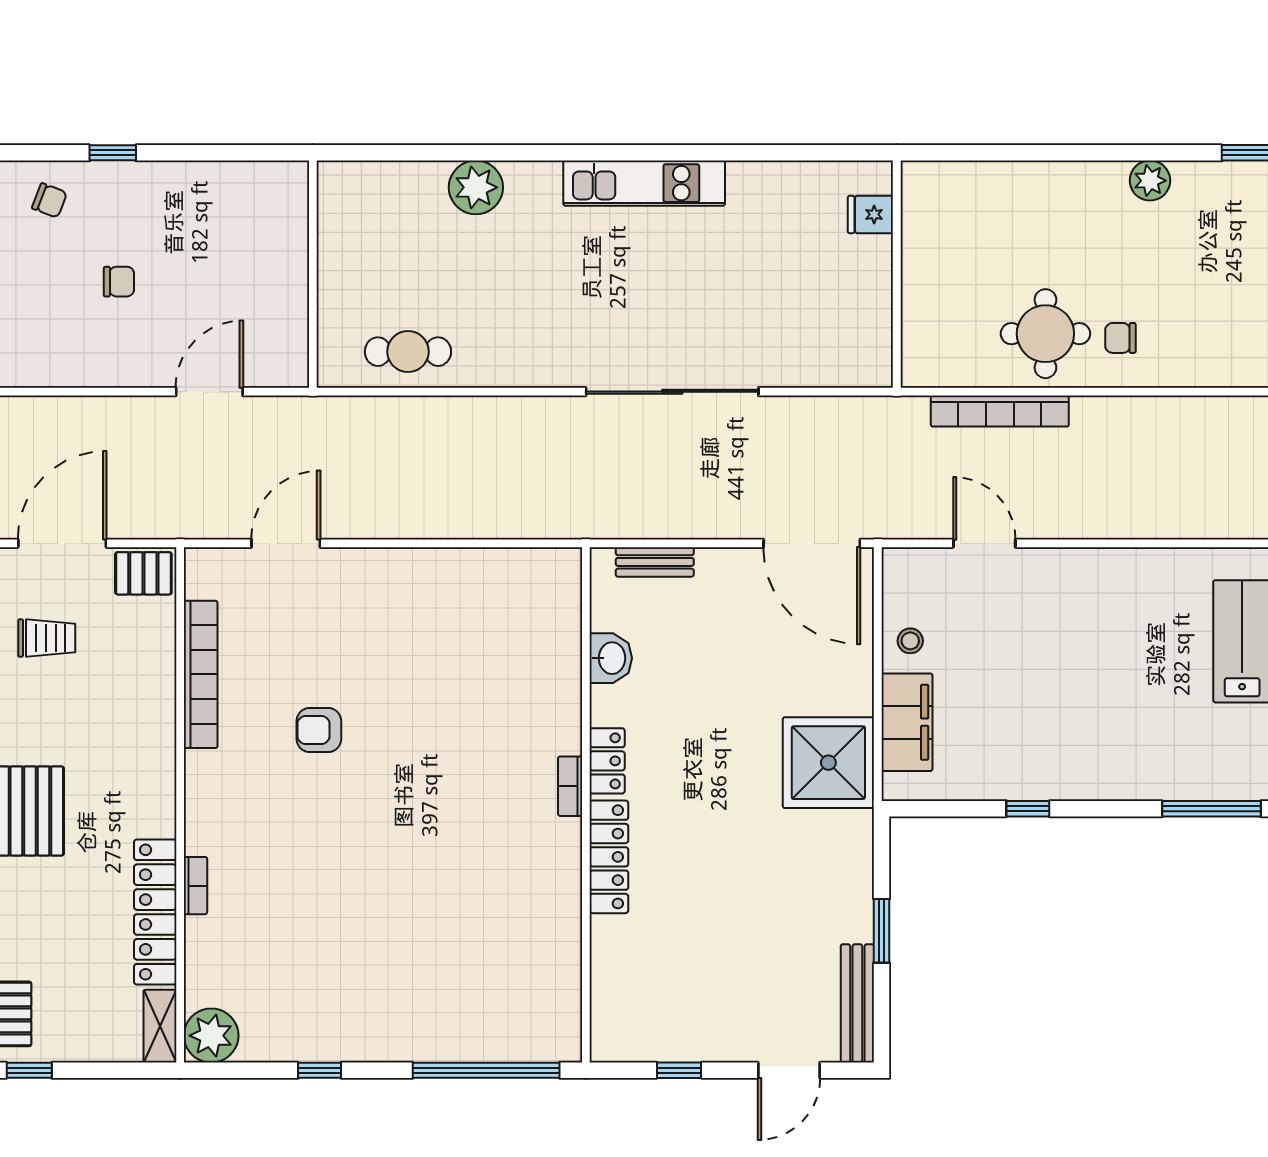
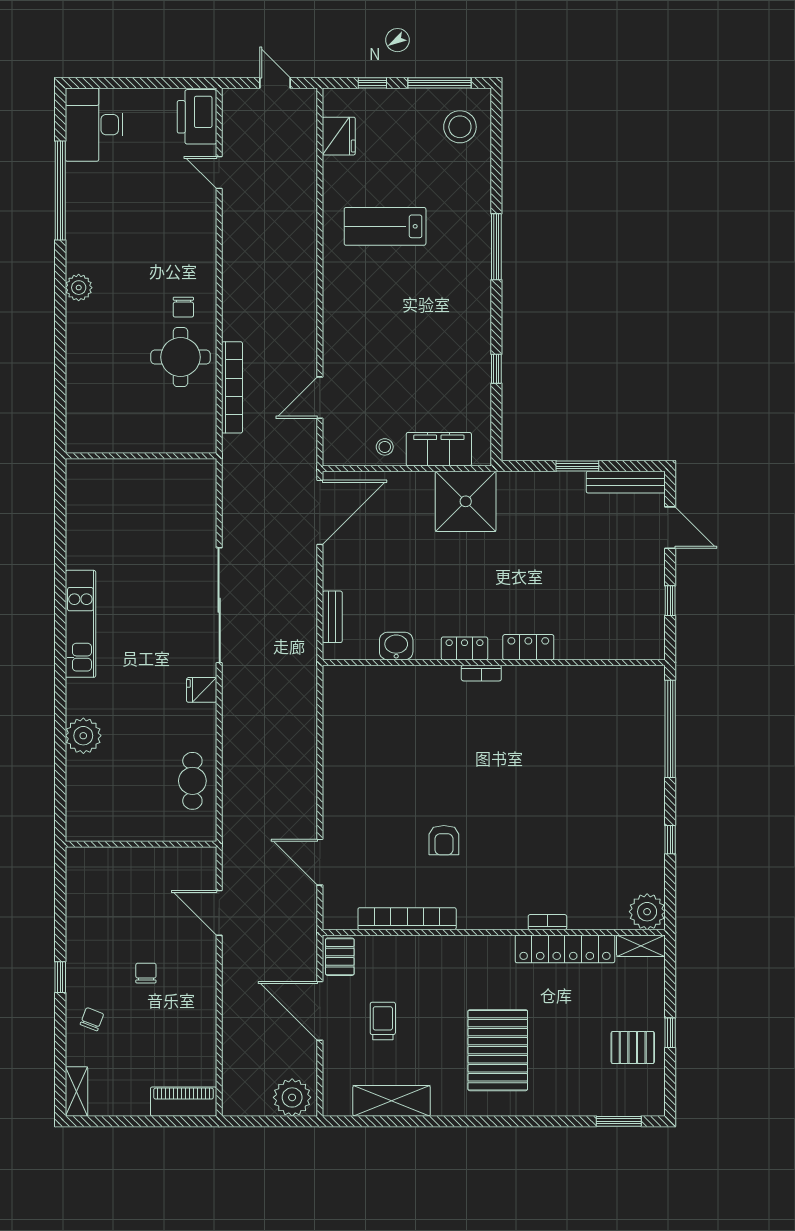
fridge: (870, 214) -> (202, 690), moved, turned 90
locker: (609, 857) -> (528, 647), width x0.66

